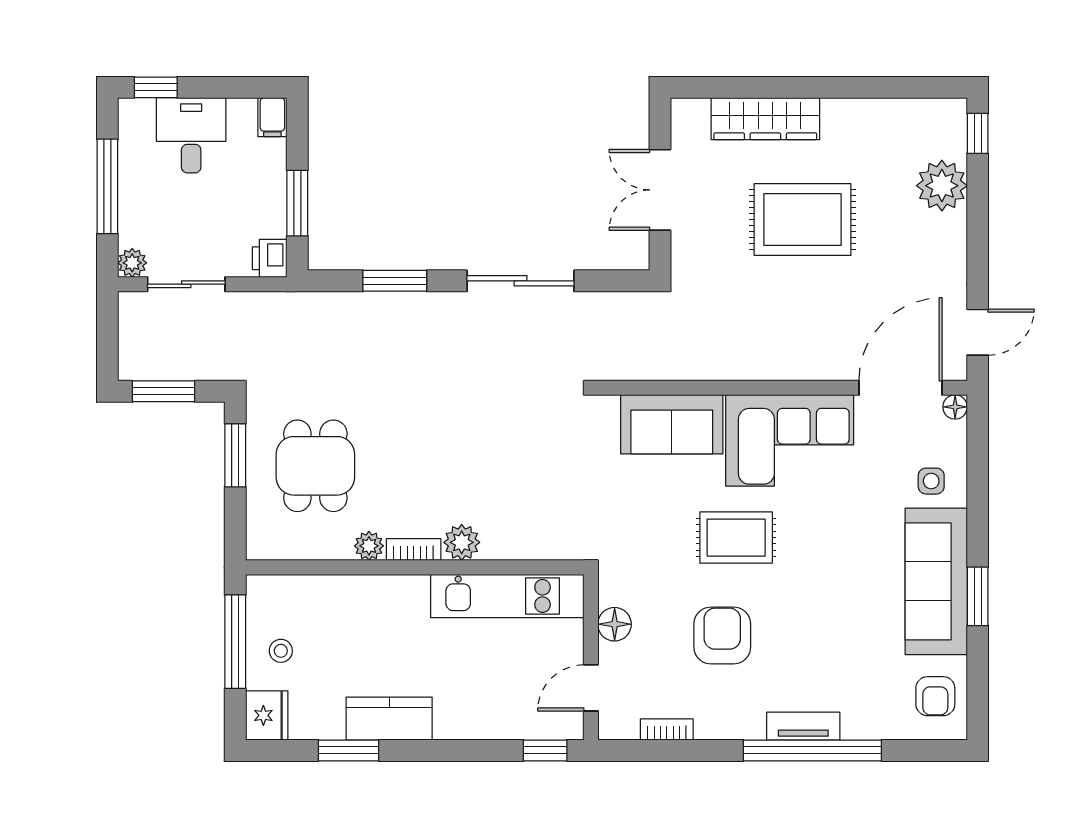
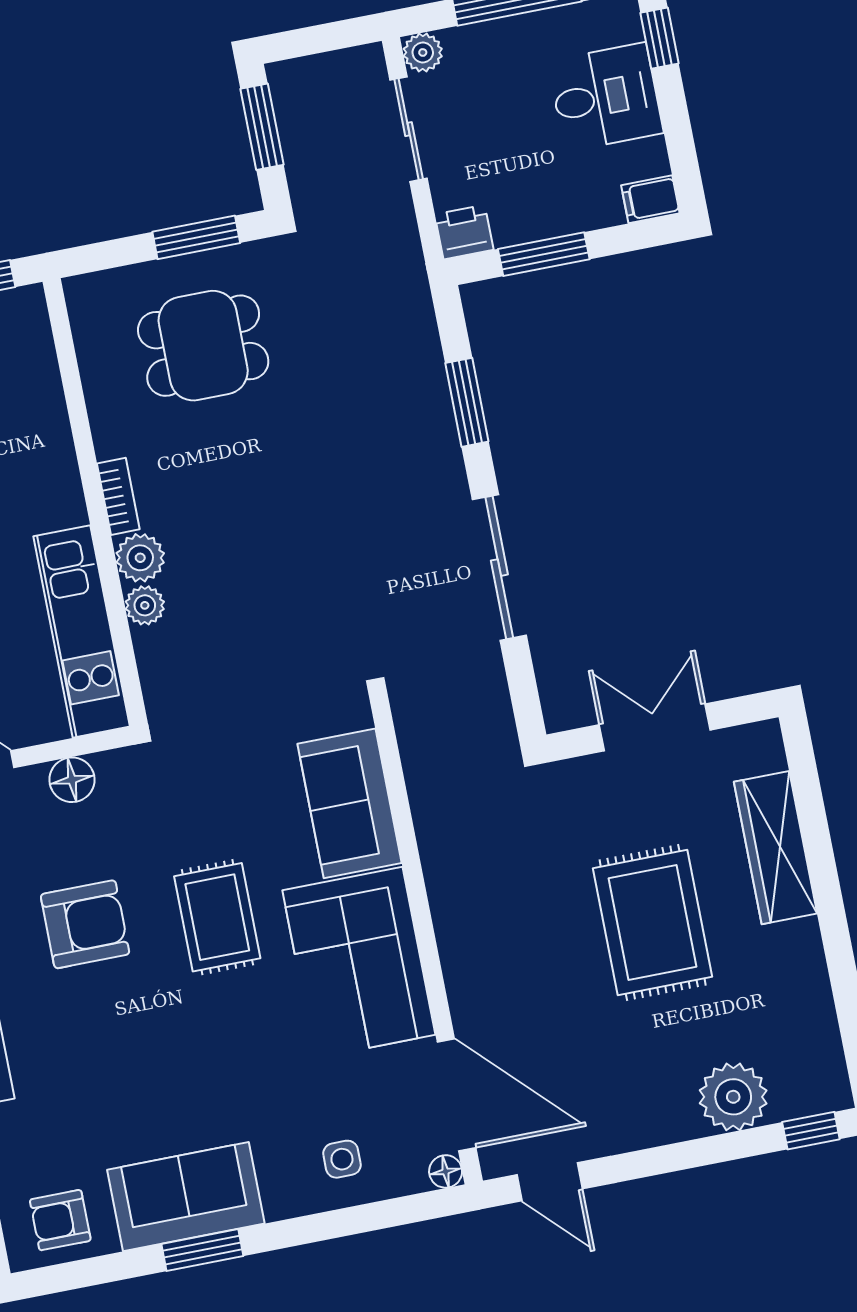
plant: (369, 546) -> (145, 605), moved
sofa: (936, 581) -> (186, 1197), width x0.73

